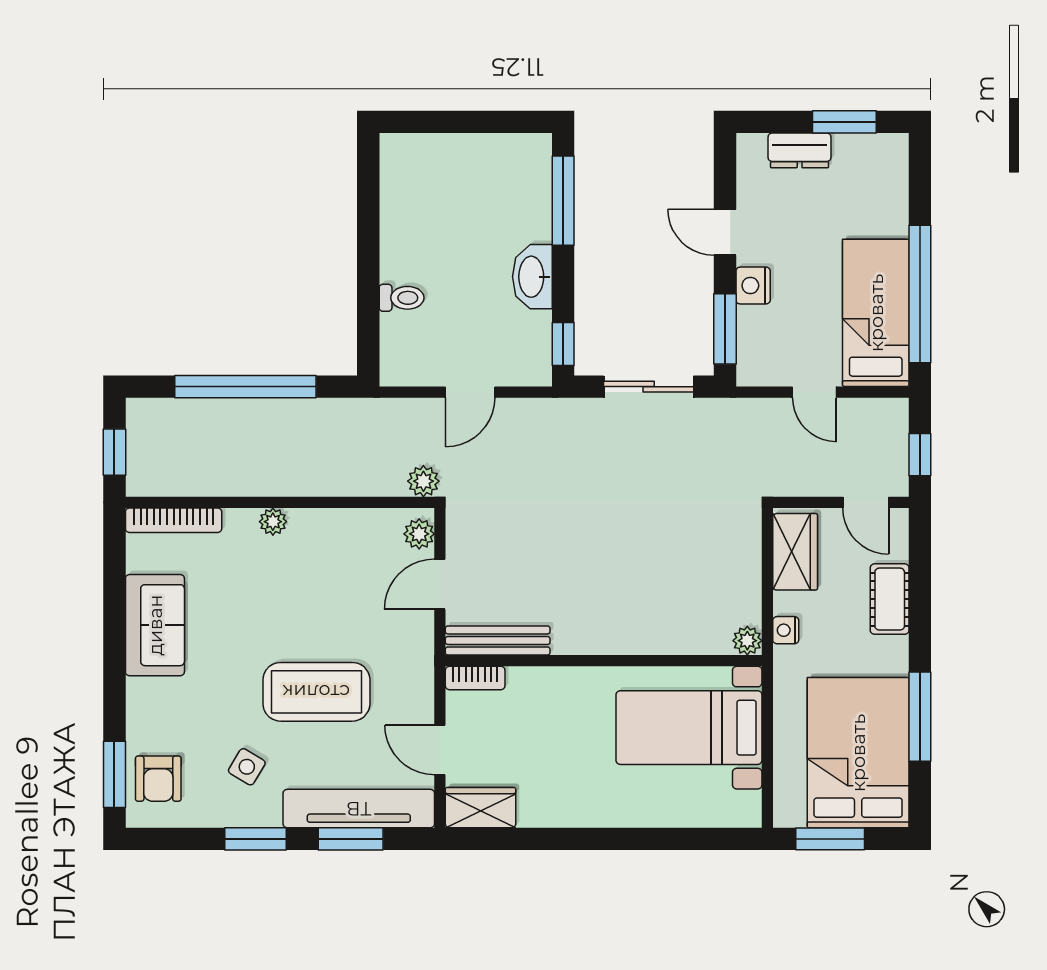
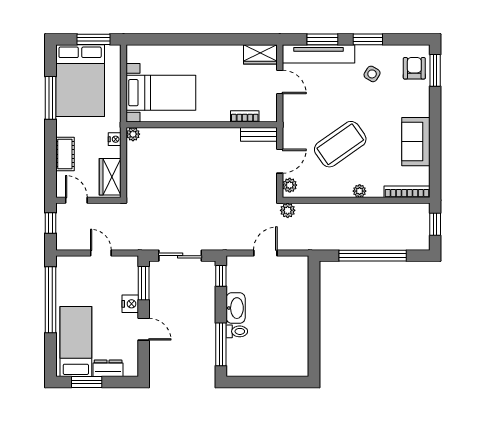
toilet: (402, 298) -> (237, 331), moved, turned 180
bed: (876, 313) -> (76, 342), moved, turned 180
bench: (498, 640) -> (259, 134), width x0.73
bookcase: (475, 678) -> (245, 116), moved
coffee table: (316, 692) -> (340, 144), moved, turned -35

